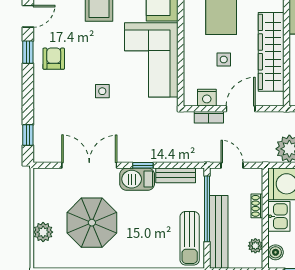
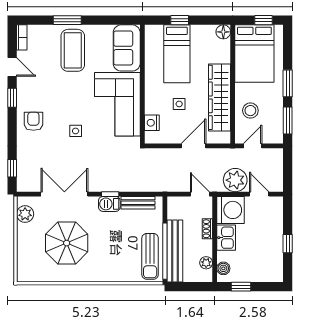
door: (28, 16) -> (12, 67), hinge flipped
armchair: (54, 59) -> (33, 121), moved
nightstand: (207, 98) -> (152, 123), moved, turned 90
bookcase: (209, 117) -> (167, 153), removed
door: (232, 165) -> (200, 194), moved
barbecue: (137, 179) -> (109, 204), width x0.73, depth x0.79
window: (207, 209) -> (165, 251), moved
plant: (43, 232) -> (25, 214), moved

